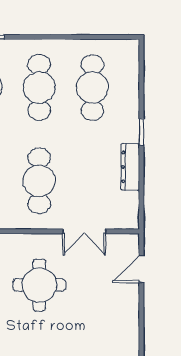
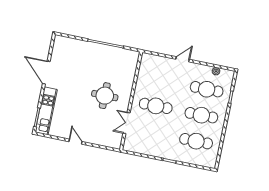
dresser: (130, 167) -> (153, 152), removed
door: (141, 269) -> (75, 142), moved

